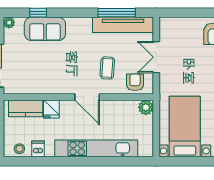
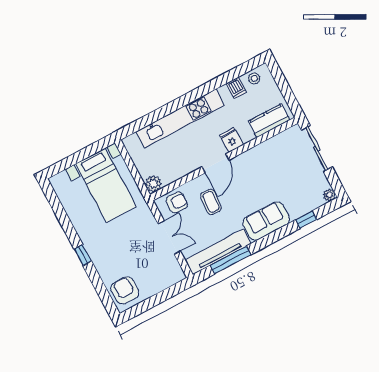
sofa: (45, 29) -> (266, 221), moved
armchair: (135, 82) -> (177, 202), turned -90
door: (87, 97) -> (216, 163), swing flipped
fridge: (51, 109) -> (231, 140), moved

